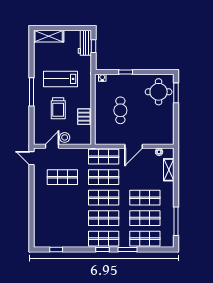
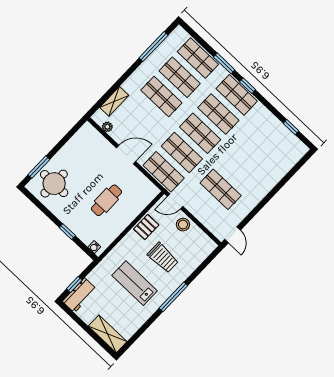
lab bench: (61, 79) -> (135, 283), turned 180
trolley: (58, 108) -> (163, 258), turned 90
door: (52, 146) -> (175, 201), moved

